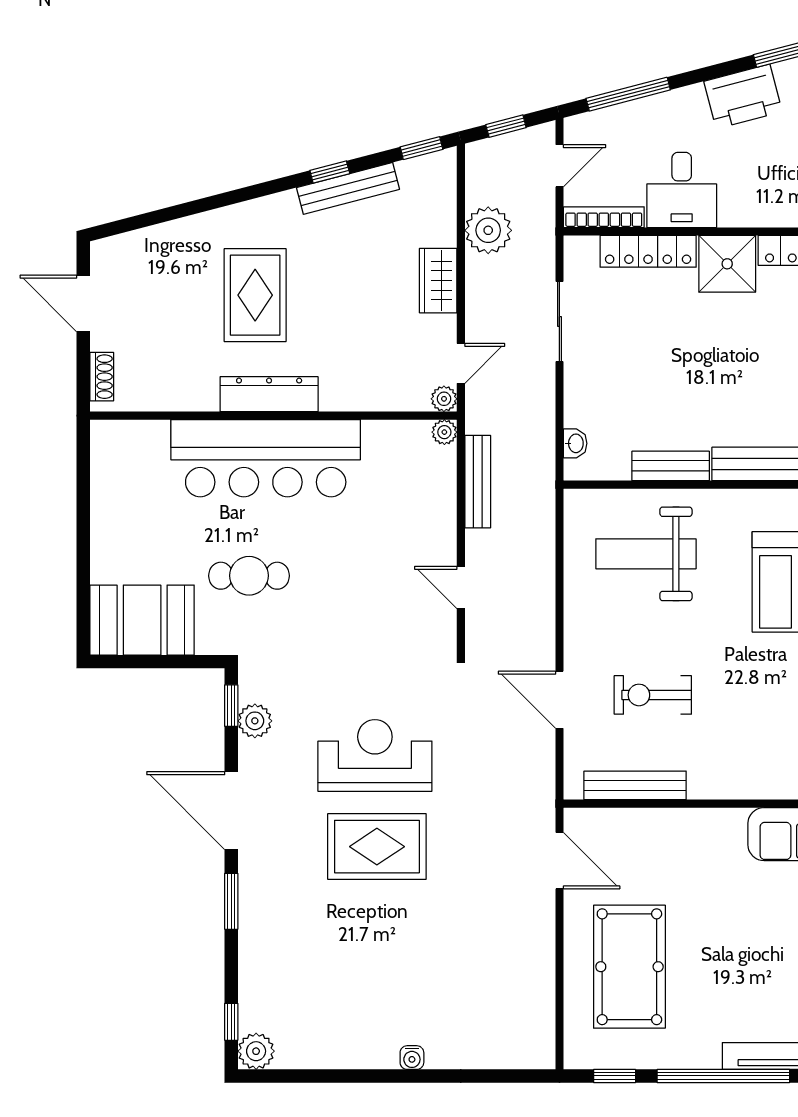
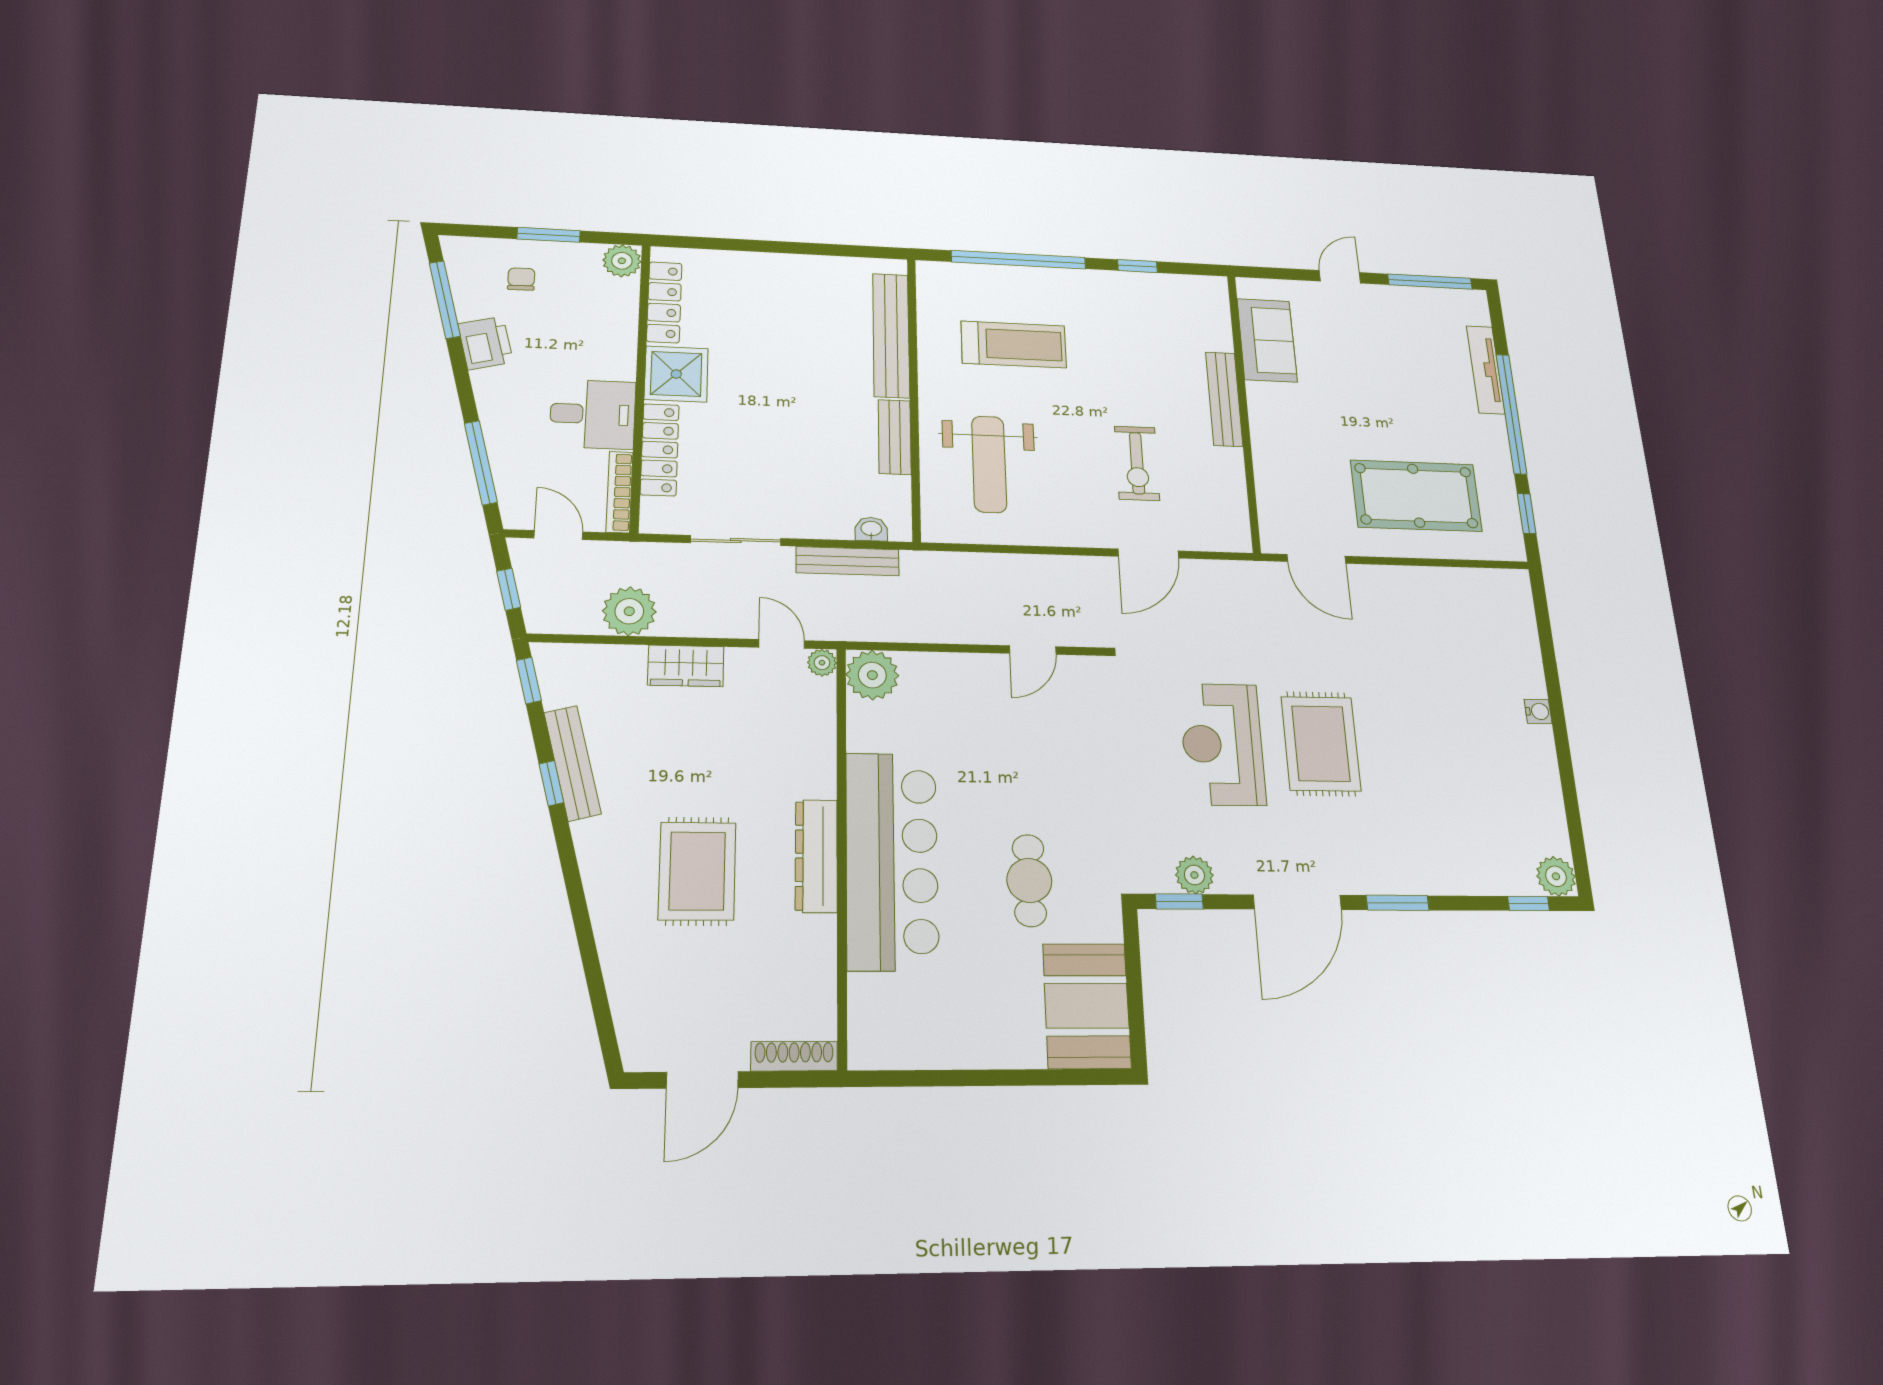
printer: (743, 96) -> (486, 343), width x0.73, depth x0.84
rug: (255, 295) -> (697, 871), turned 90
shoe rack: (102, 377) -> (794, 1056), width x1.43
plant: (444, 432) -> (872, 675), width x1.88, depth x1.88
bench: (478, 482) -> (848, 561), moved
bench: (635, 785) -> (1224, 399), moved
door: (559, 861) -> (1316, 559), swing flipped

